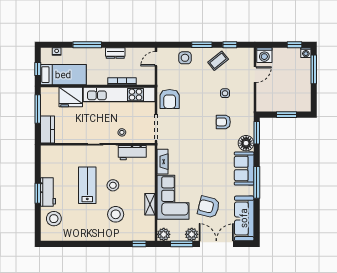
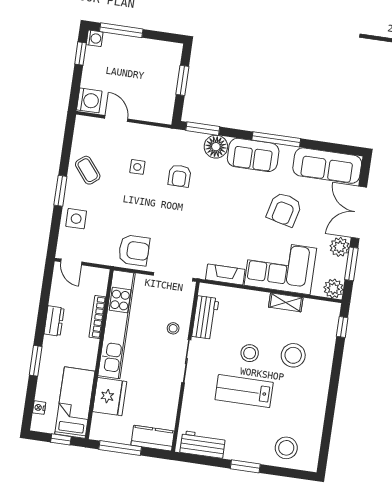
window: (87, 45) -> (36, 361), width x0.69
window: (230, 45) -> (66, 149), removed
workbench: (48, 192) -> (203, 444), moved
armchair: (209, 207) -> (284, 209), moved

